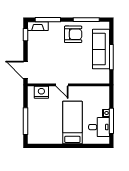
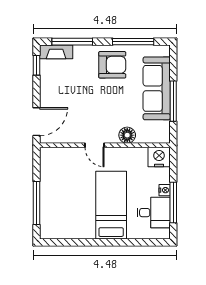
door: (26, 70) -> (36, 122), swing flipped
floor lamp: (83, 78) -> (127, 135), added
nightstand: (41, 92) -> (159, 157), moved

